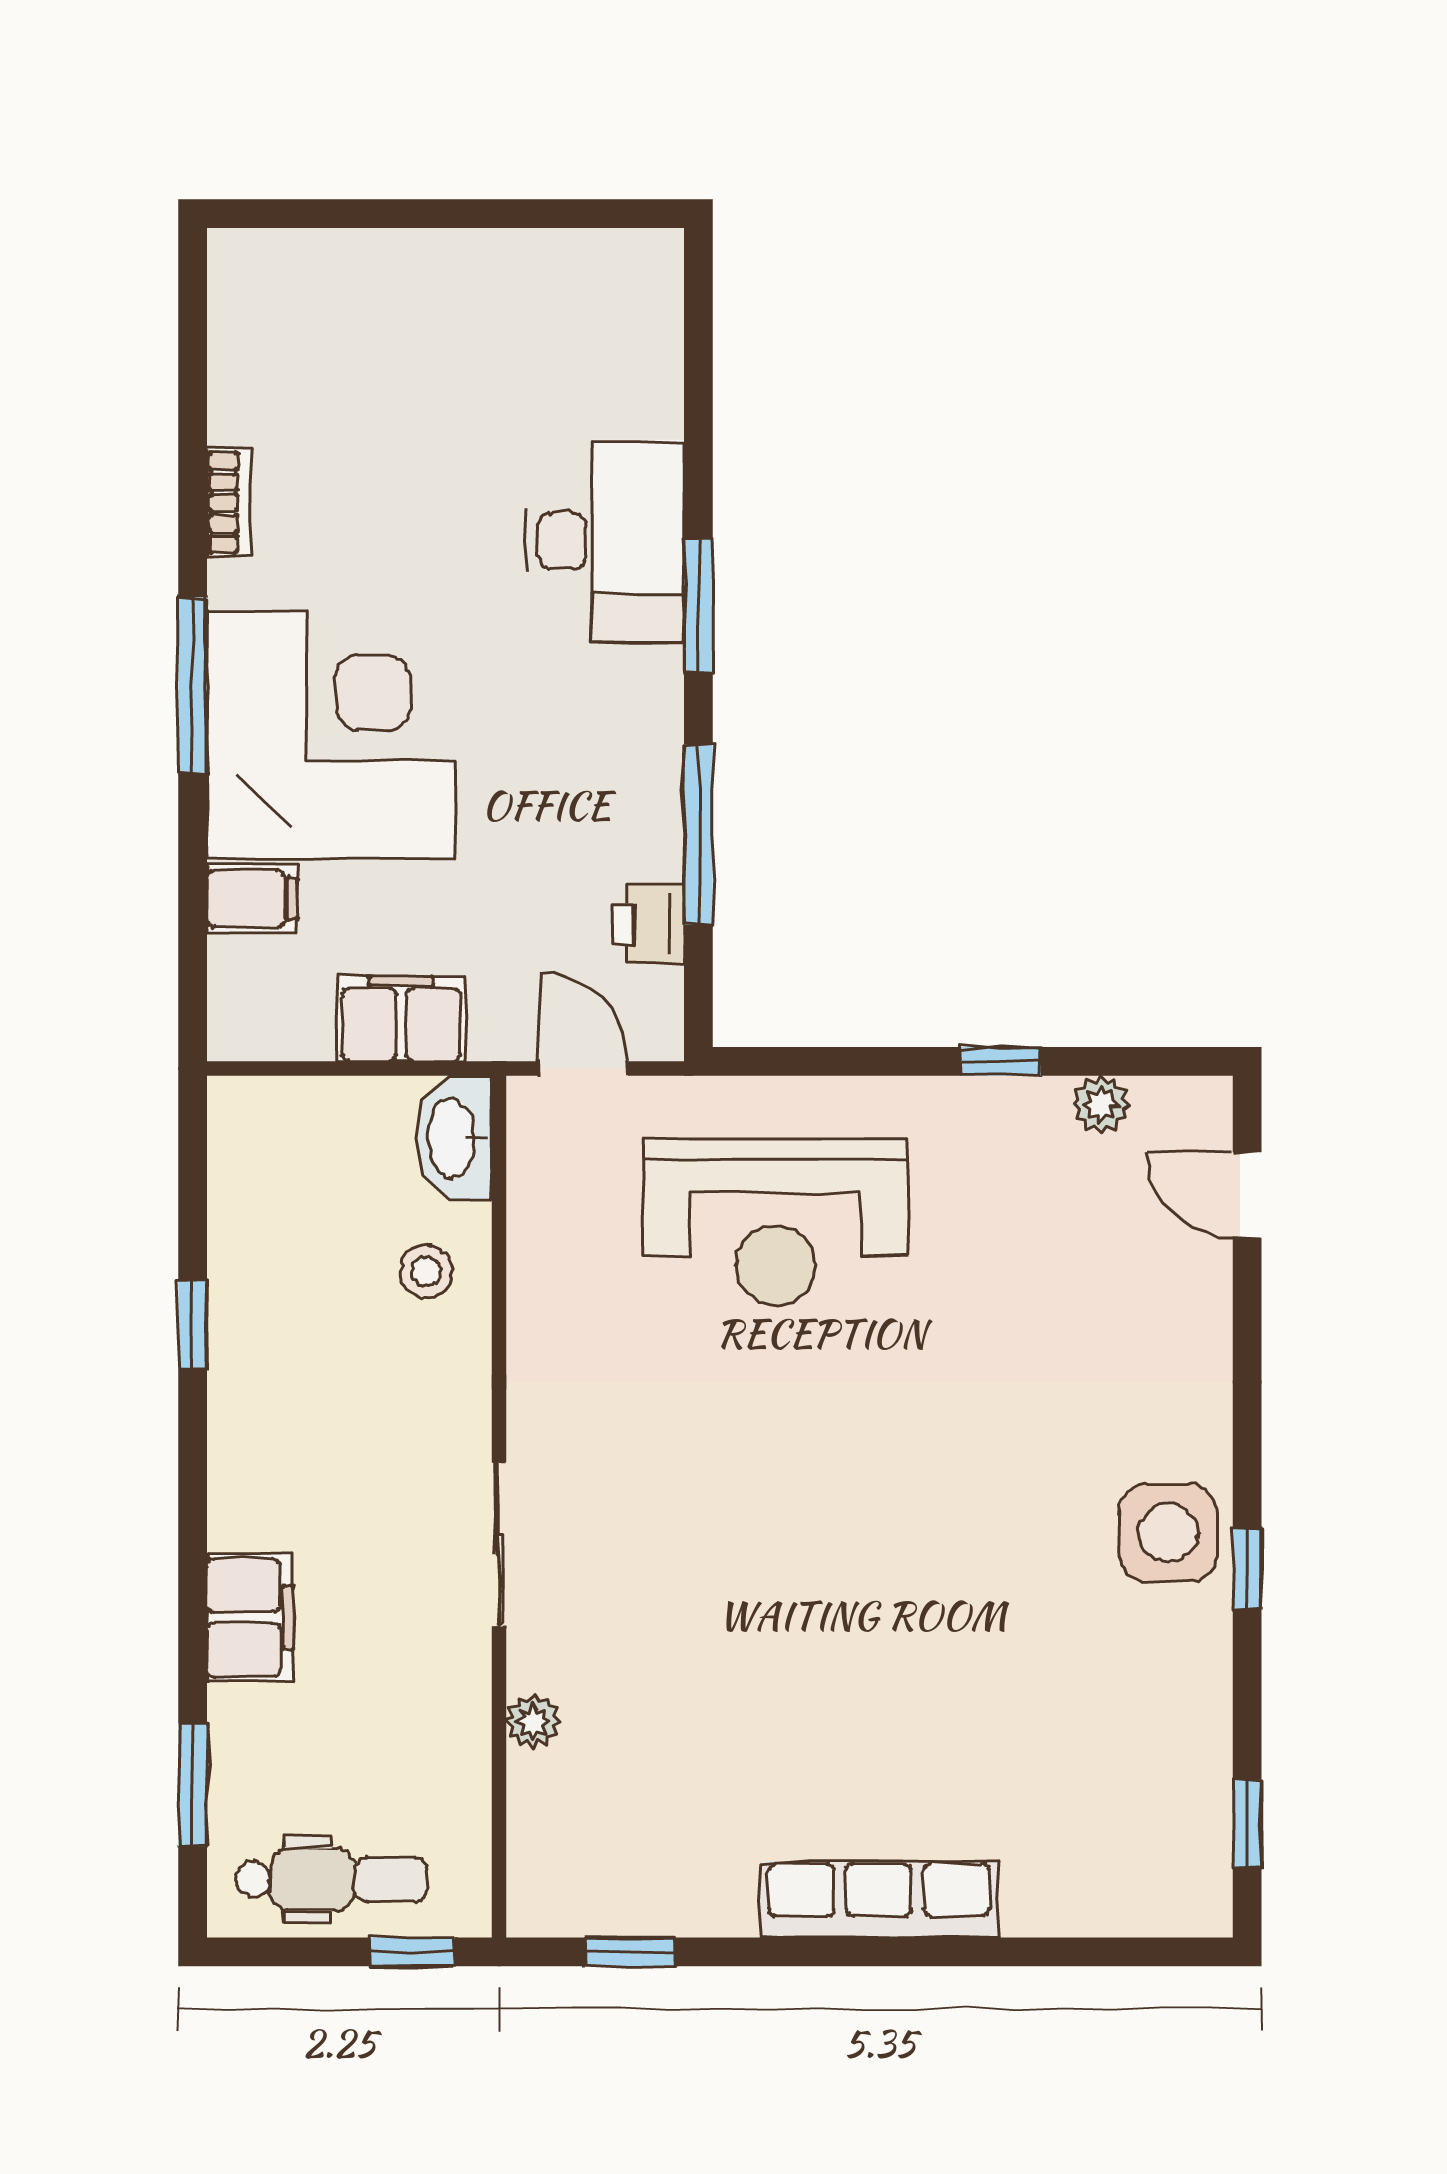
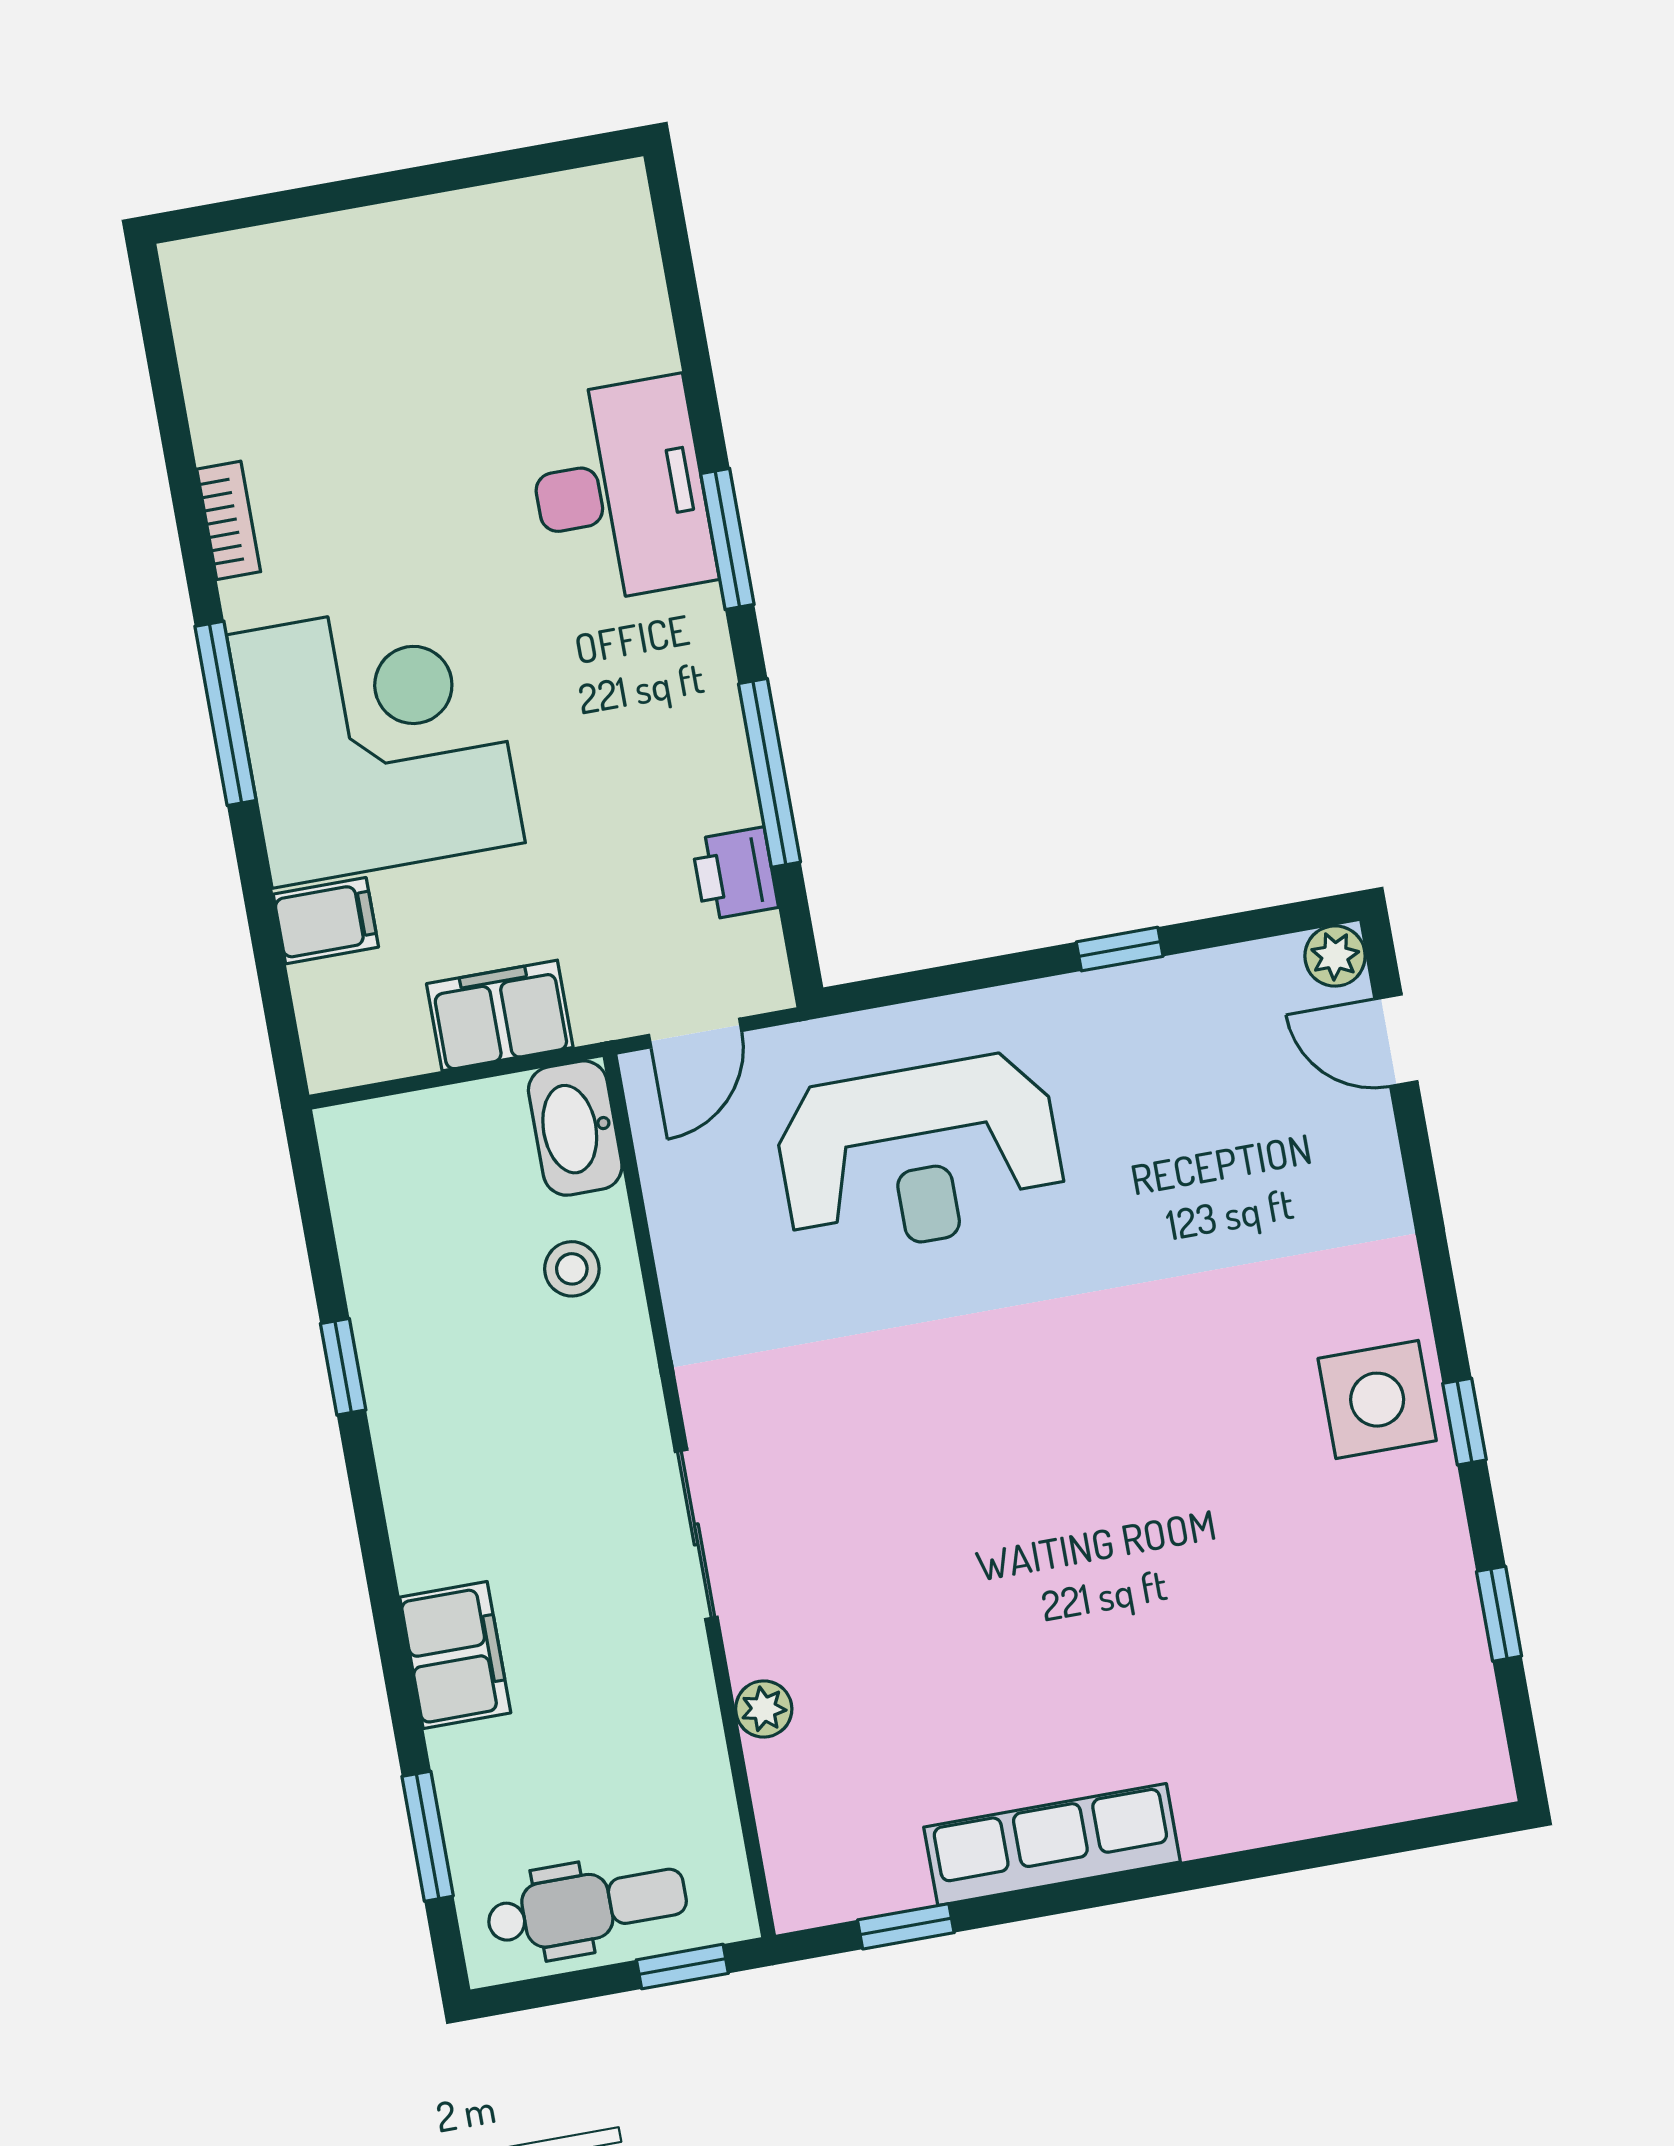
door: (584, 1069) -> (695, 1033), swing flipped
plant: (1101, 1105) -> (1335, 956), moved
window: (1247, 1824) -> (1499, 1614), moved
row of seats: (879, 1899) -> (1052, 1844), moved

